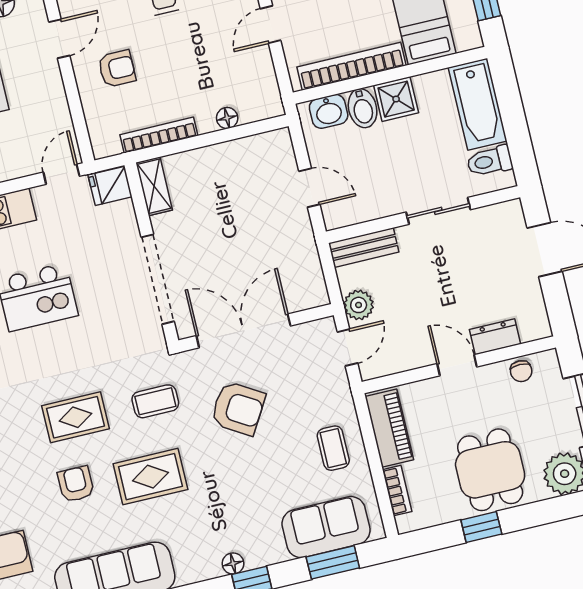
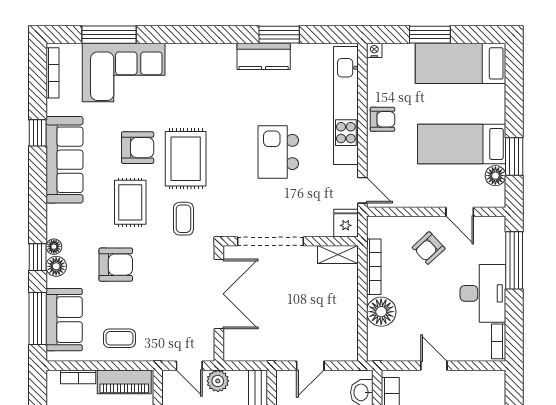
armchair: (117, 69) -> (429, 248), turned 47
floor lamp: (227, 118) -> (381, 312), width x1.89, depth x1.89
armchair: (238, 408) -> (116, 265), moved, turned -121
rug: (75, 417) -> (186, 159), width x1.36, depth x1.43
armchair: (76, 484) -> (138, 148), width x1.38, depth x1.38
floor lamp: (258, 554) -> (56, 266), added
window: (333, 562) -> (38, 318), width x1.44

